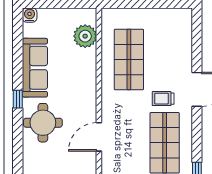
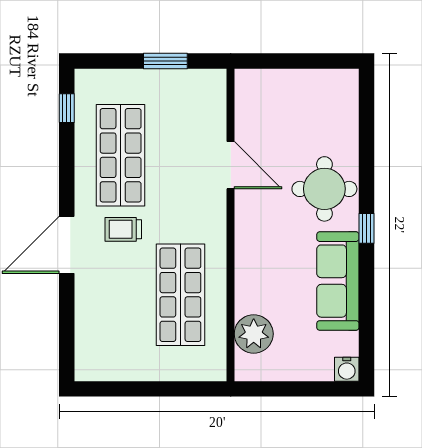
trolley: (163, 99) -> (123, 229), turned 180
door: (99, 137) -> (231, 165), hinge flipped

